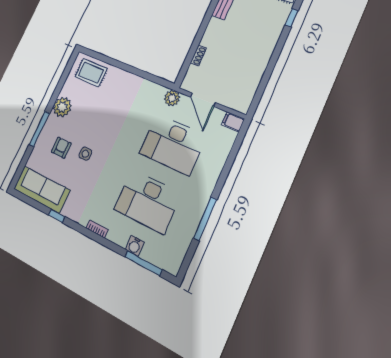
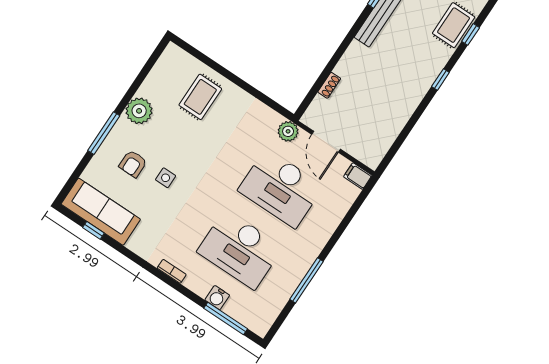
window: (292, 18) -> (440, 79), moved
rug: (91, 73) -> (200, 97), moved, turned 90
armchair: (61, 148) -> (133, 164), turned 180
window: (57, 216) -> (93, 230), moved

